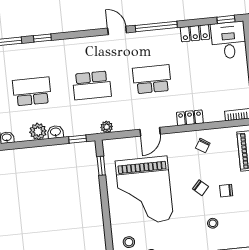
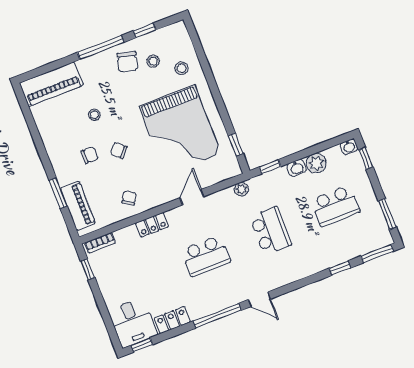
school desk: (92, 85) -> (271, 231), turned 90
grand piano: (144, 191) -> (180, 130), turned 180

